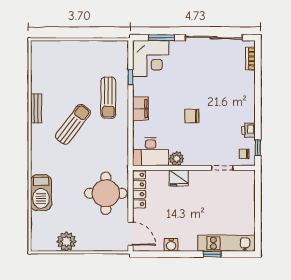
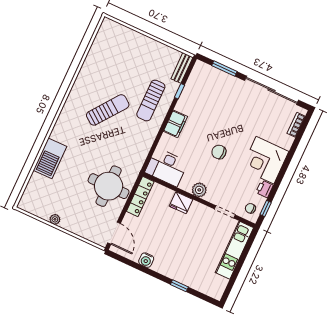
corner desk: (151, 59) -> (265, 160), moved, turned 90
bench: (36, 108) -> (182, 68), moved
plant: (177, 159) -> (199, 190), moved
plant: (66, 242) -> (55, 219), width x0.53, depth x0.53
kitchen unit: (227, 243) -> (234, 250), moved, turned -90

